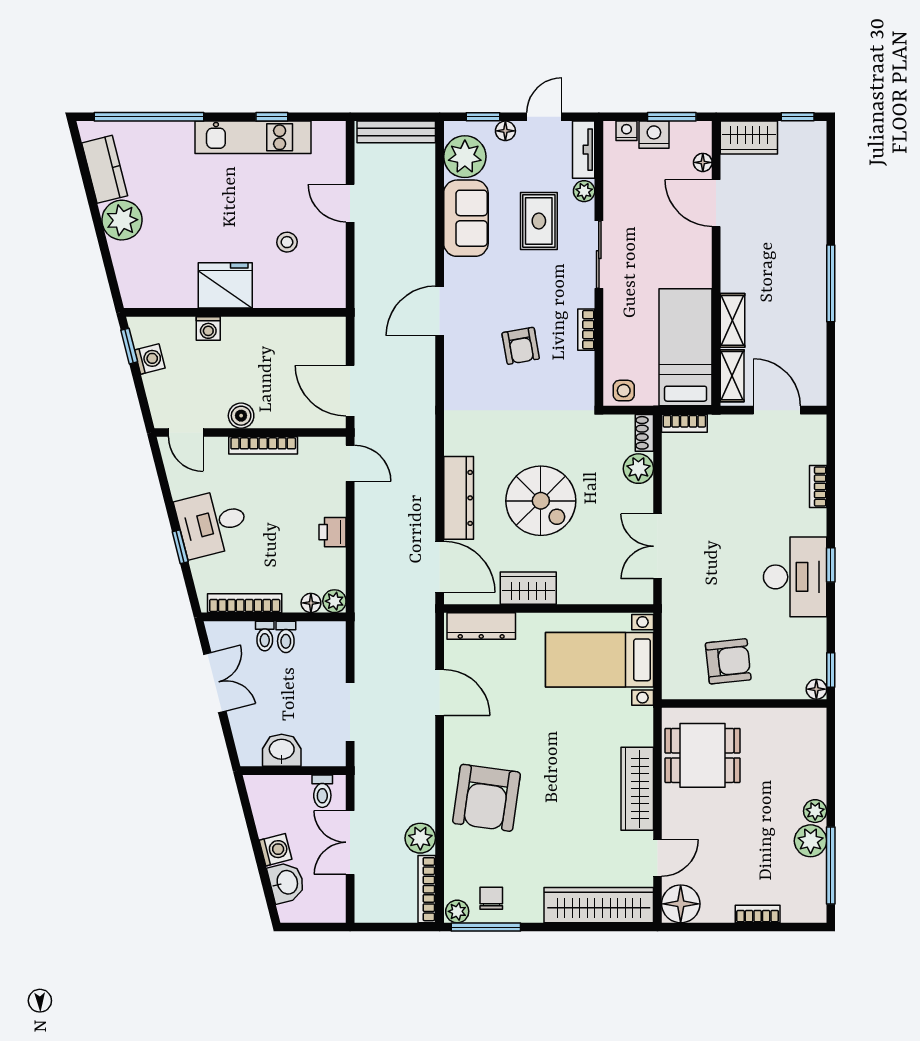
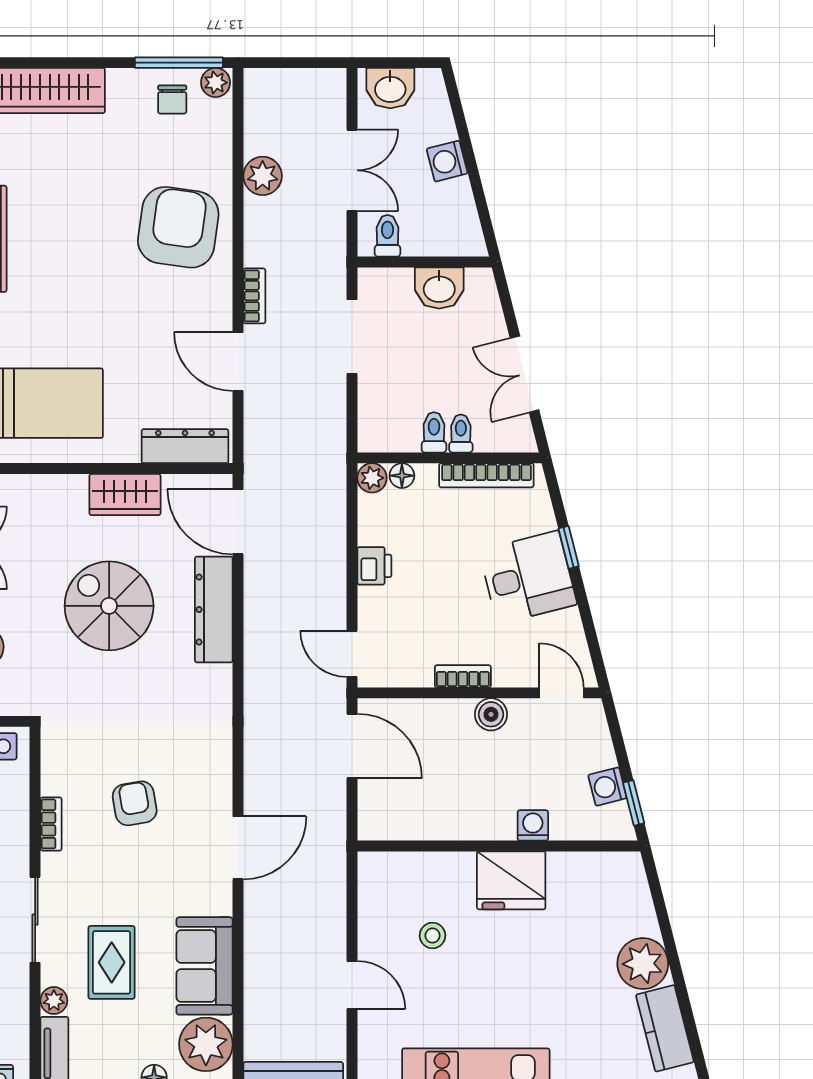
bookcase: (263, 445) -> (463, 676), width x0.64
washbasin: (286, 883) -> (390, 88), moved, turned -76
bookcase: (427, 889) -> (254, 296), moved, width x0.64

